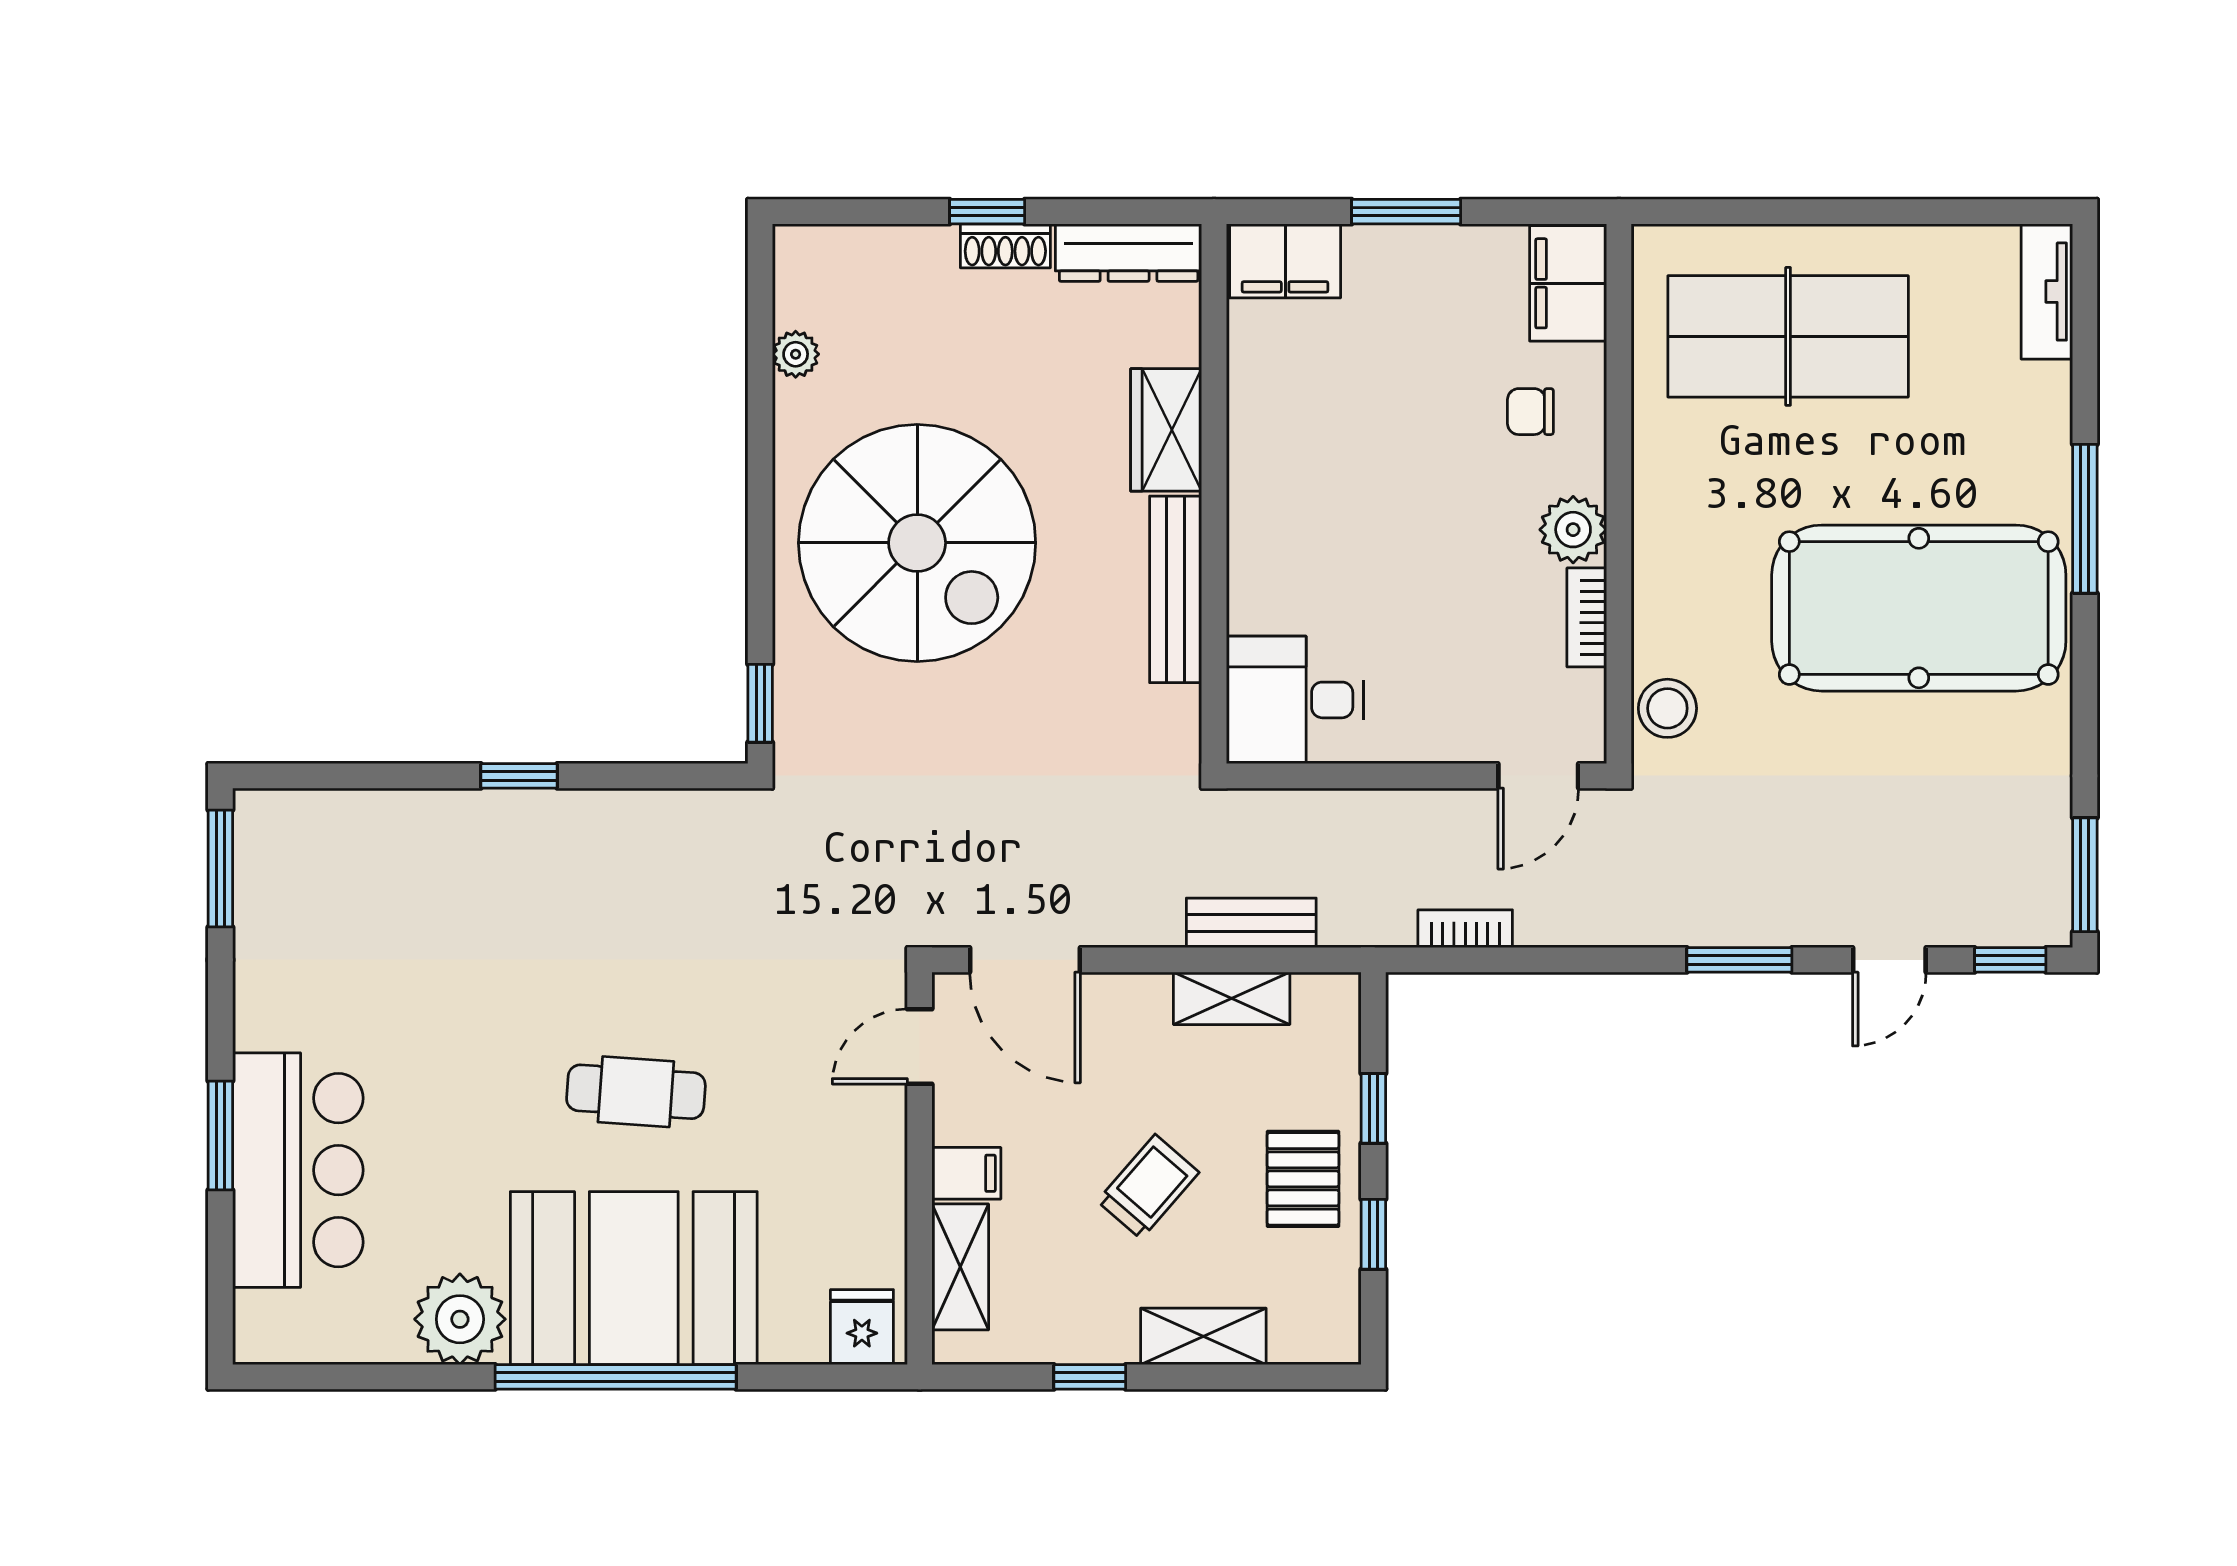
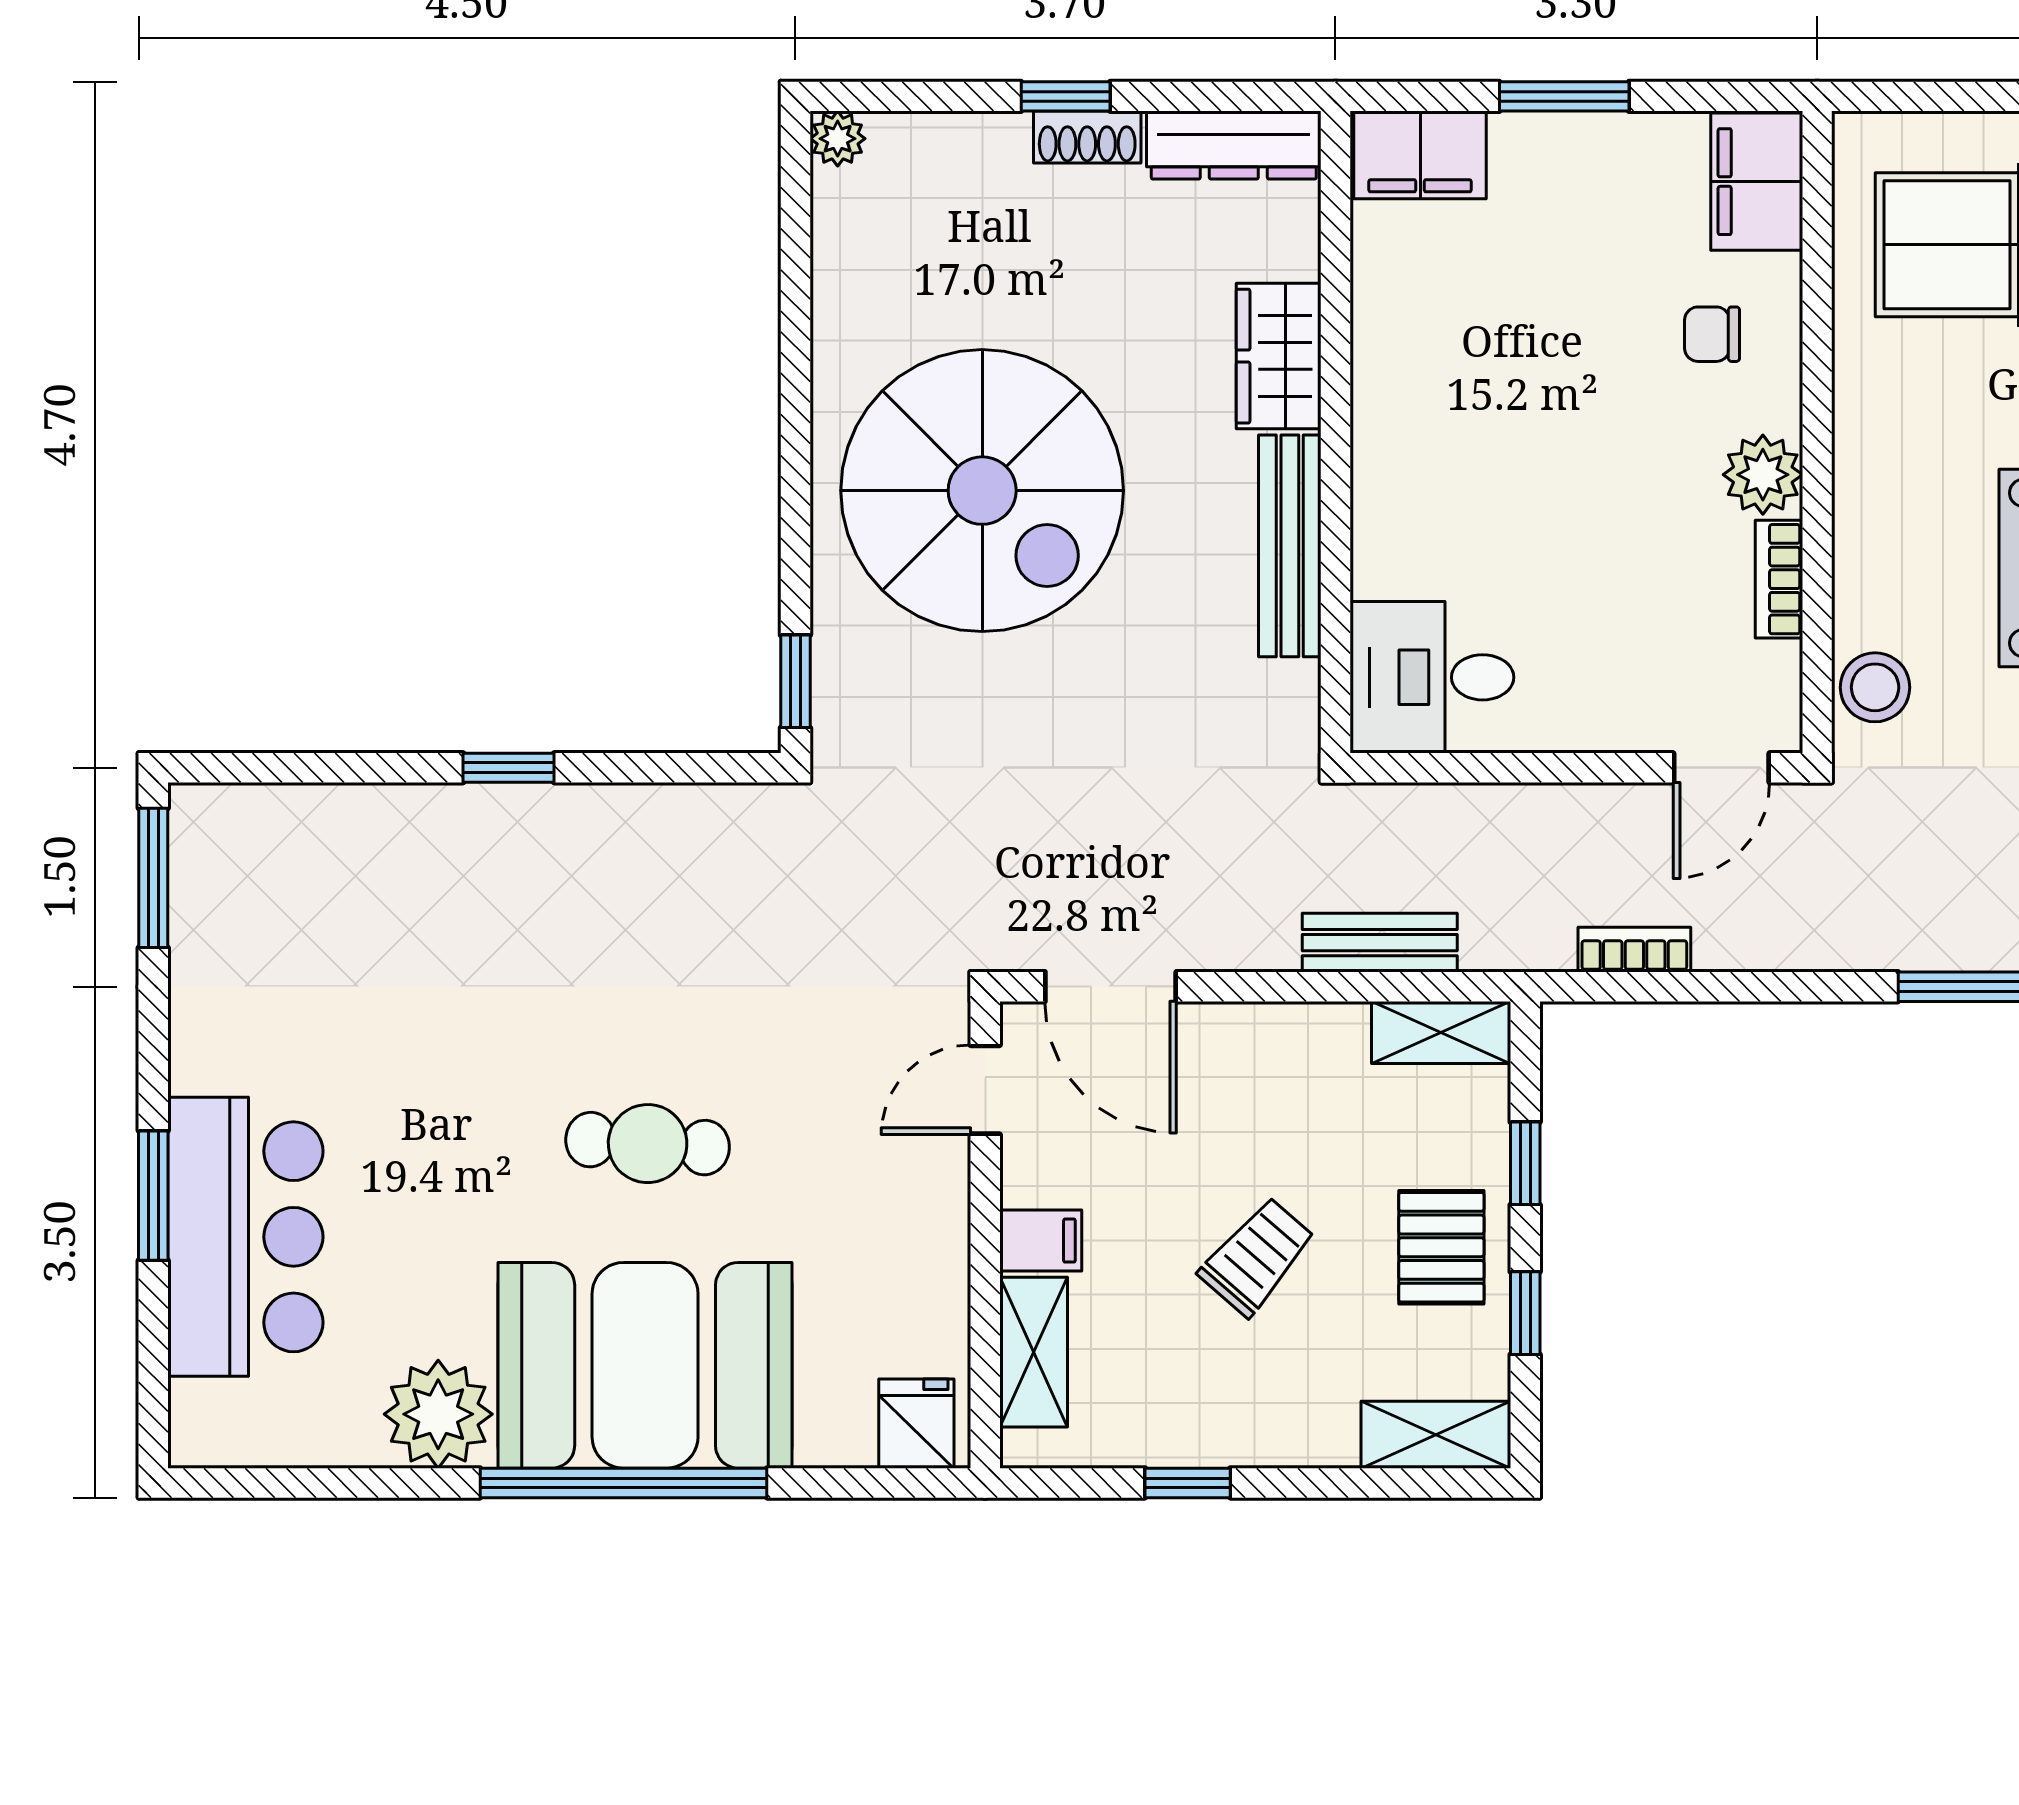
plant: (796, 354) -> (838, 139), moved
shelving: (1232, 998) -> (1441, 1032), moved
shelving: (1203, 1336) -> (1436, 1435), moved

